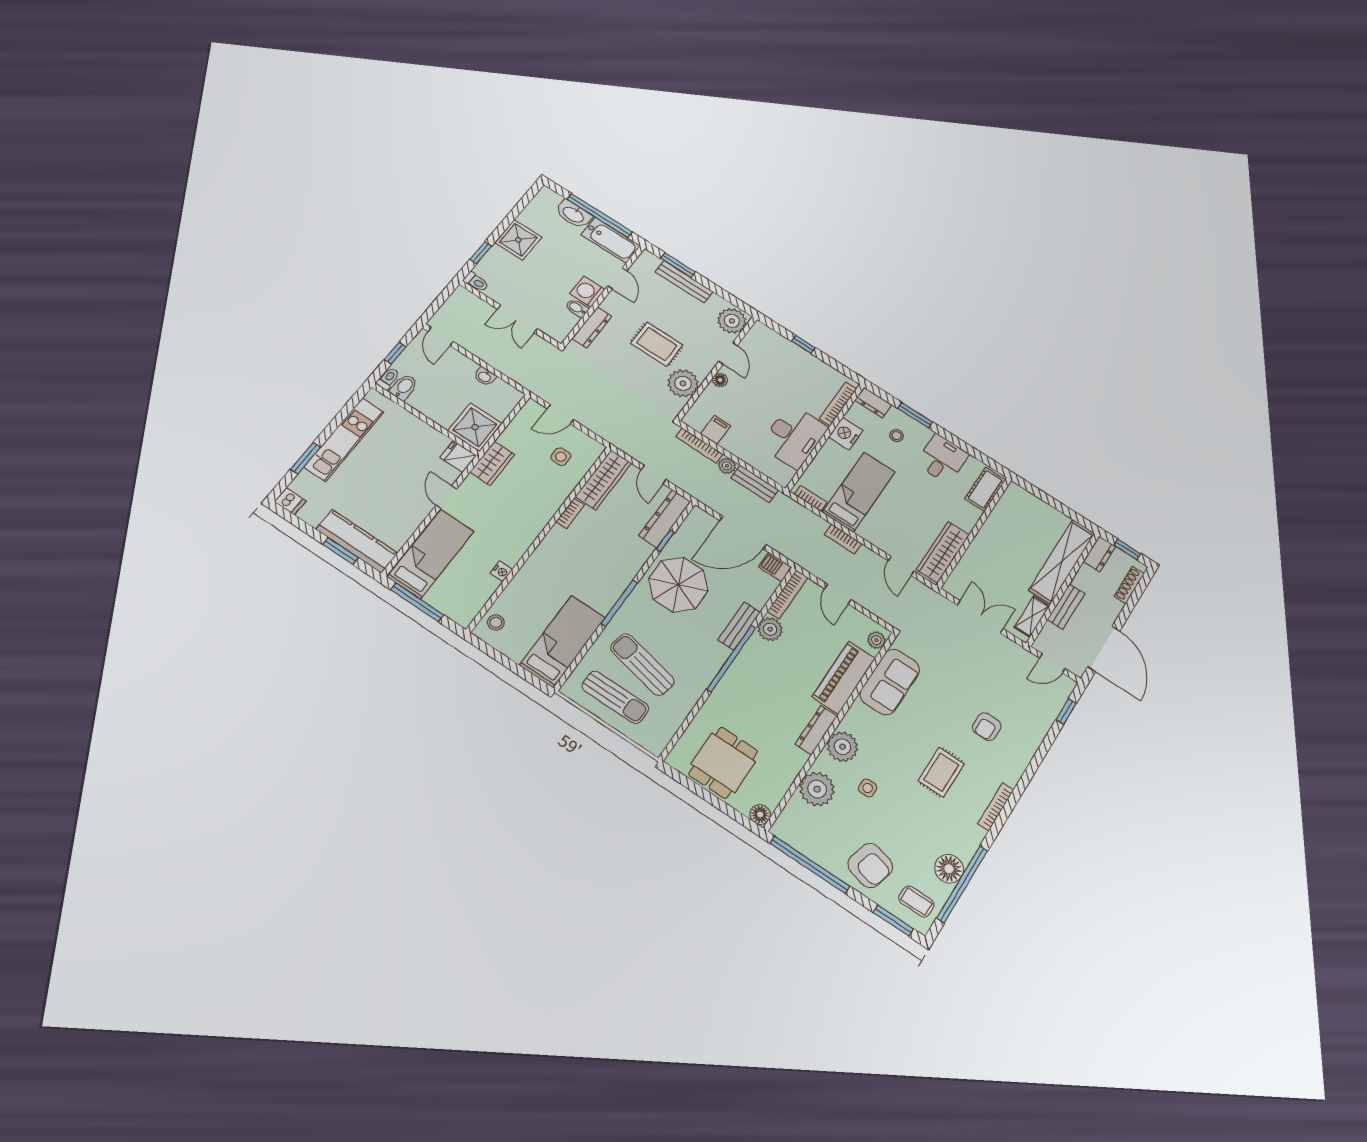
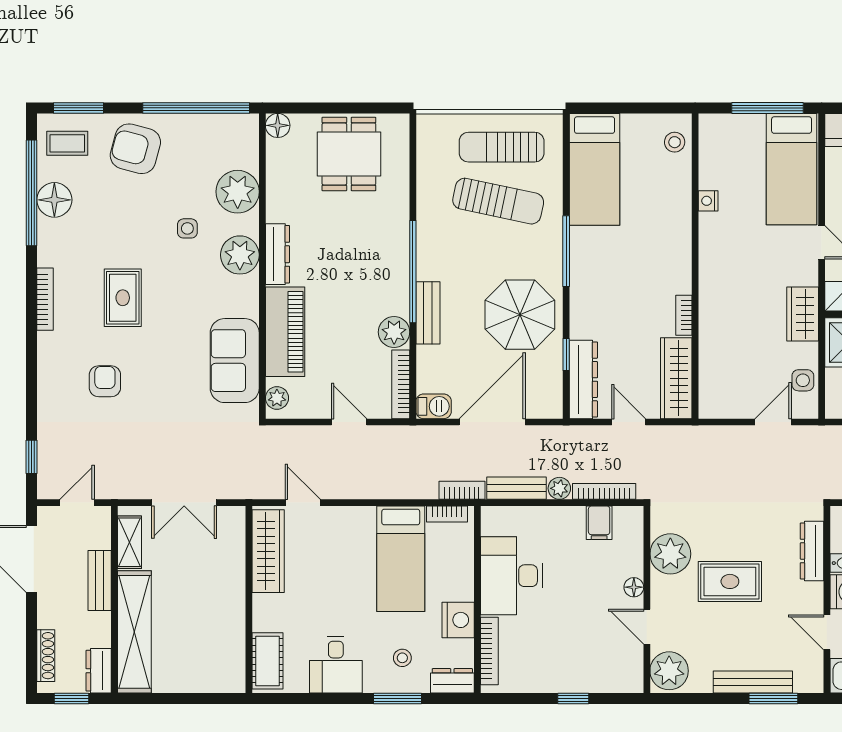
side table: (561, 457) -> (803, 380), moved
bookcase: (843, 539) -> (462, 490), moved

